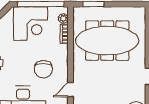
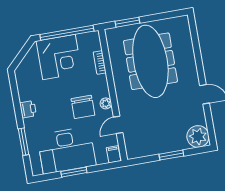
plant: (63, 18) -> (106, 103), moved
meeting table: (107, 41) -> (150, 61), turned 90

